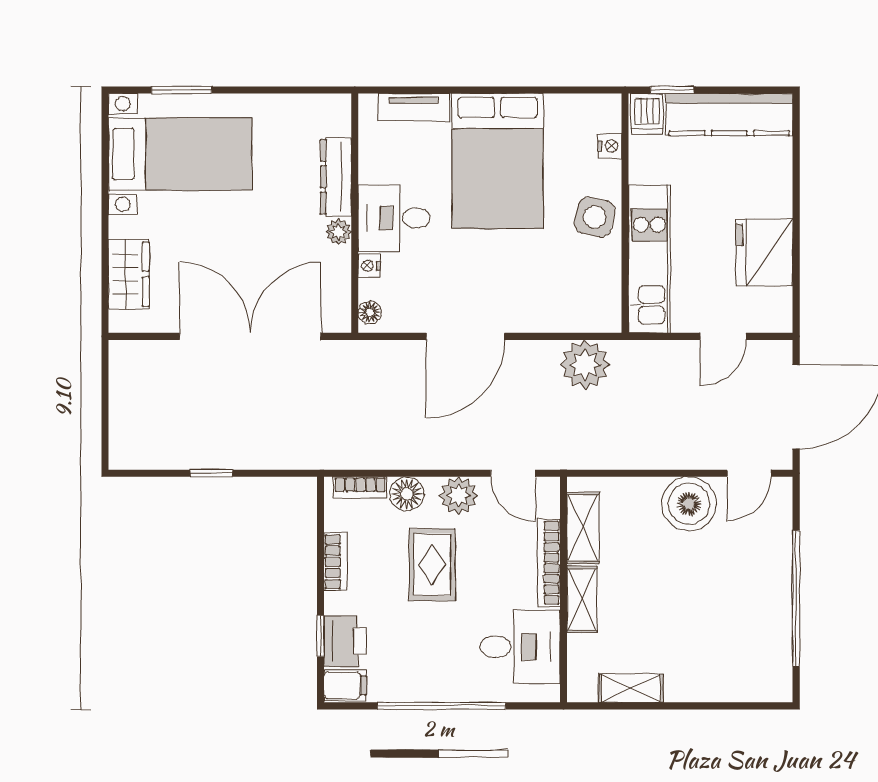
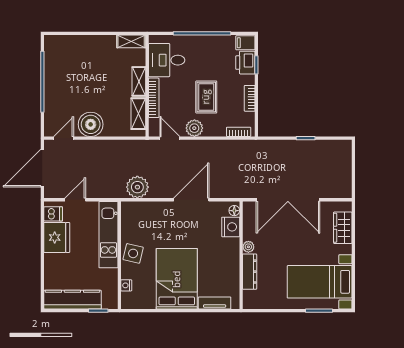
dishwasher: (647, 114) -> (53, 214), moved, turned 90
desk: (394, 218) -> (223, 253), removed
nightstand: (369, 266) -> (231, 227), width x1.89, depth x1.79
floor lamp: (407, 494) -> (218, 129), removed
shelving: (631, 688) -> (131, 41), moved

